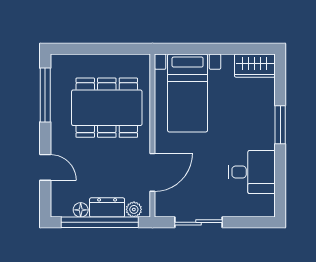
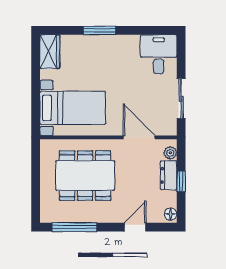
dining table: (107, 108) -> (85, 176), turned 90
desk: (252, 172) -> (159, 54), moved
floor lamp: (81, 210) -> (171, 214), moved
window: (100, 222) -> (181, 181), width x0.32

